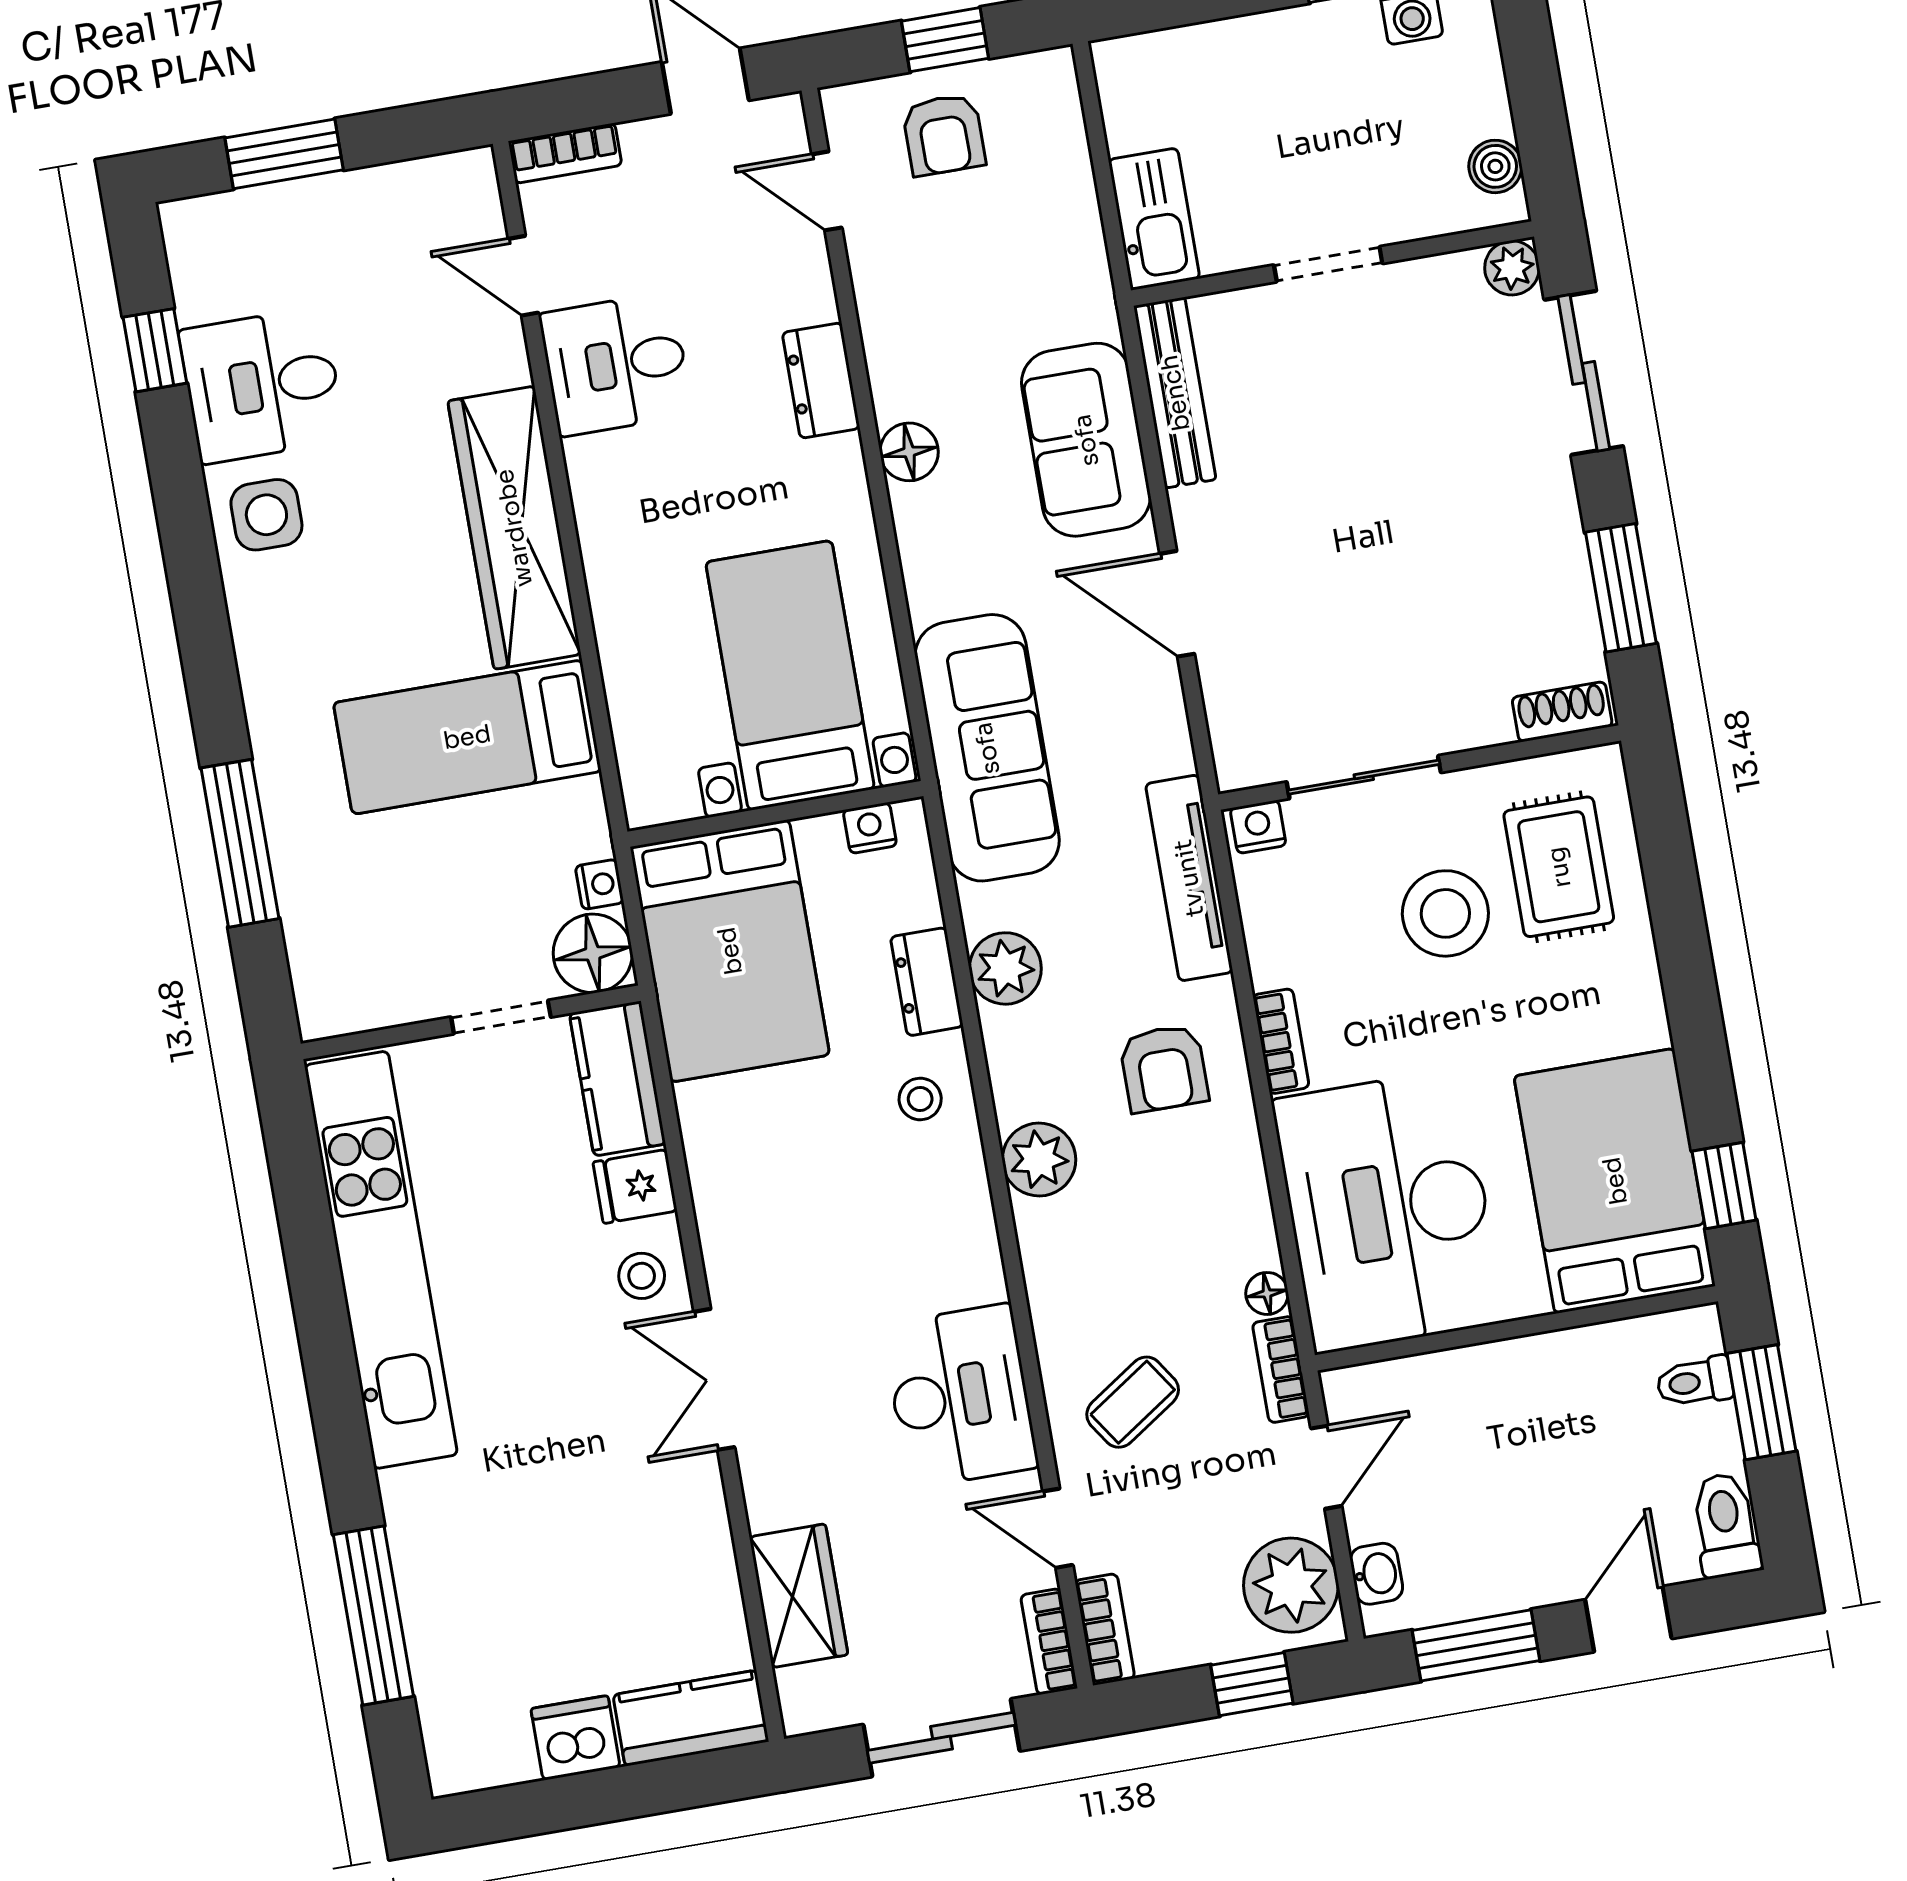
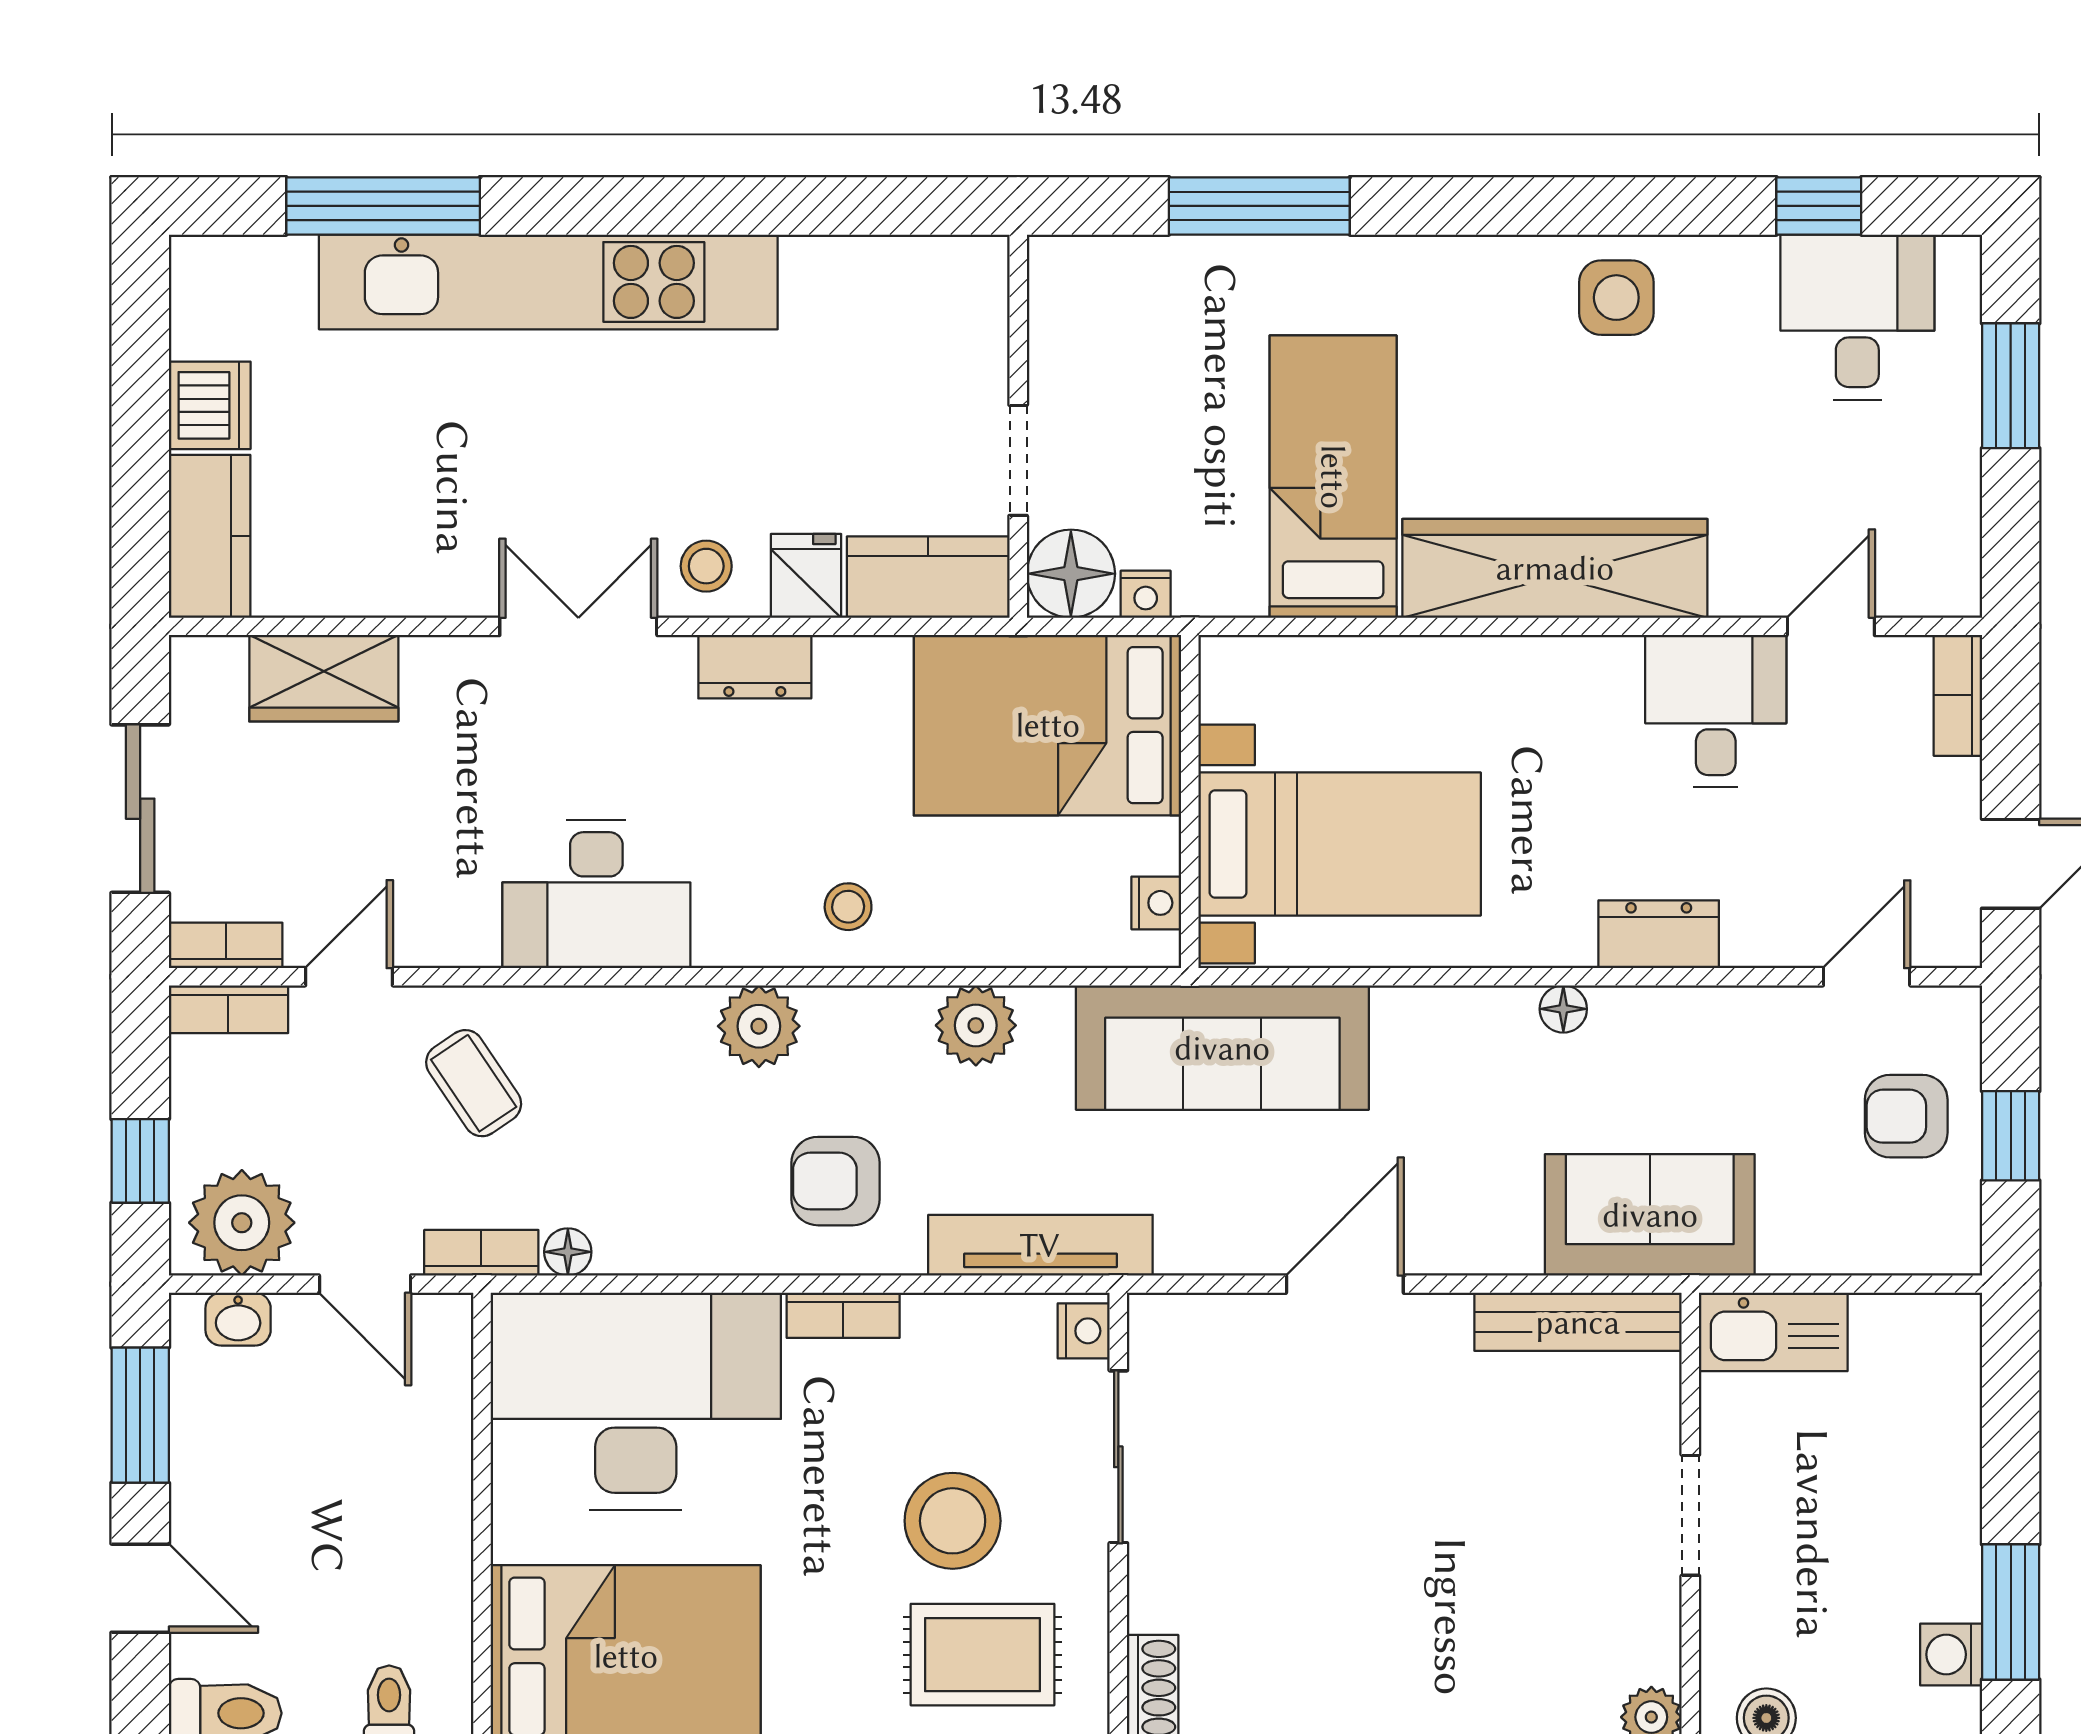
desk: (262, 385) -> (1857, 317), moved
sofa: (1086, 440) -> (1650, 1215), moved
floor lamp: (909, 452) -> (1563, 1009), width x0.73, depth x0.73
dresser: (927, 982) -> (755, 667), moved, turned 180
kitchen unit: (381, 1260) -> (548, 282), moved
desk: (960, 1396) -> (596, 894), moved

